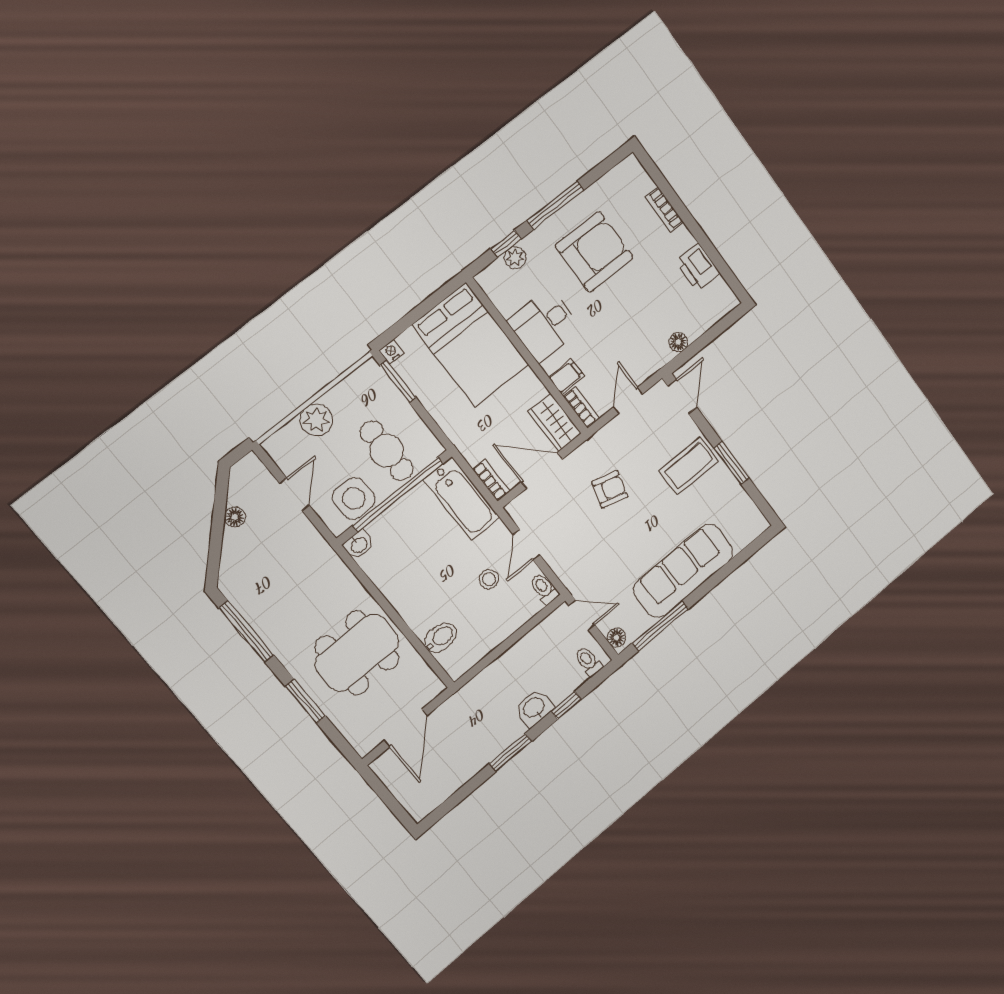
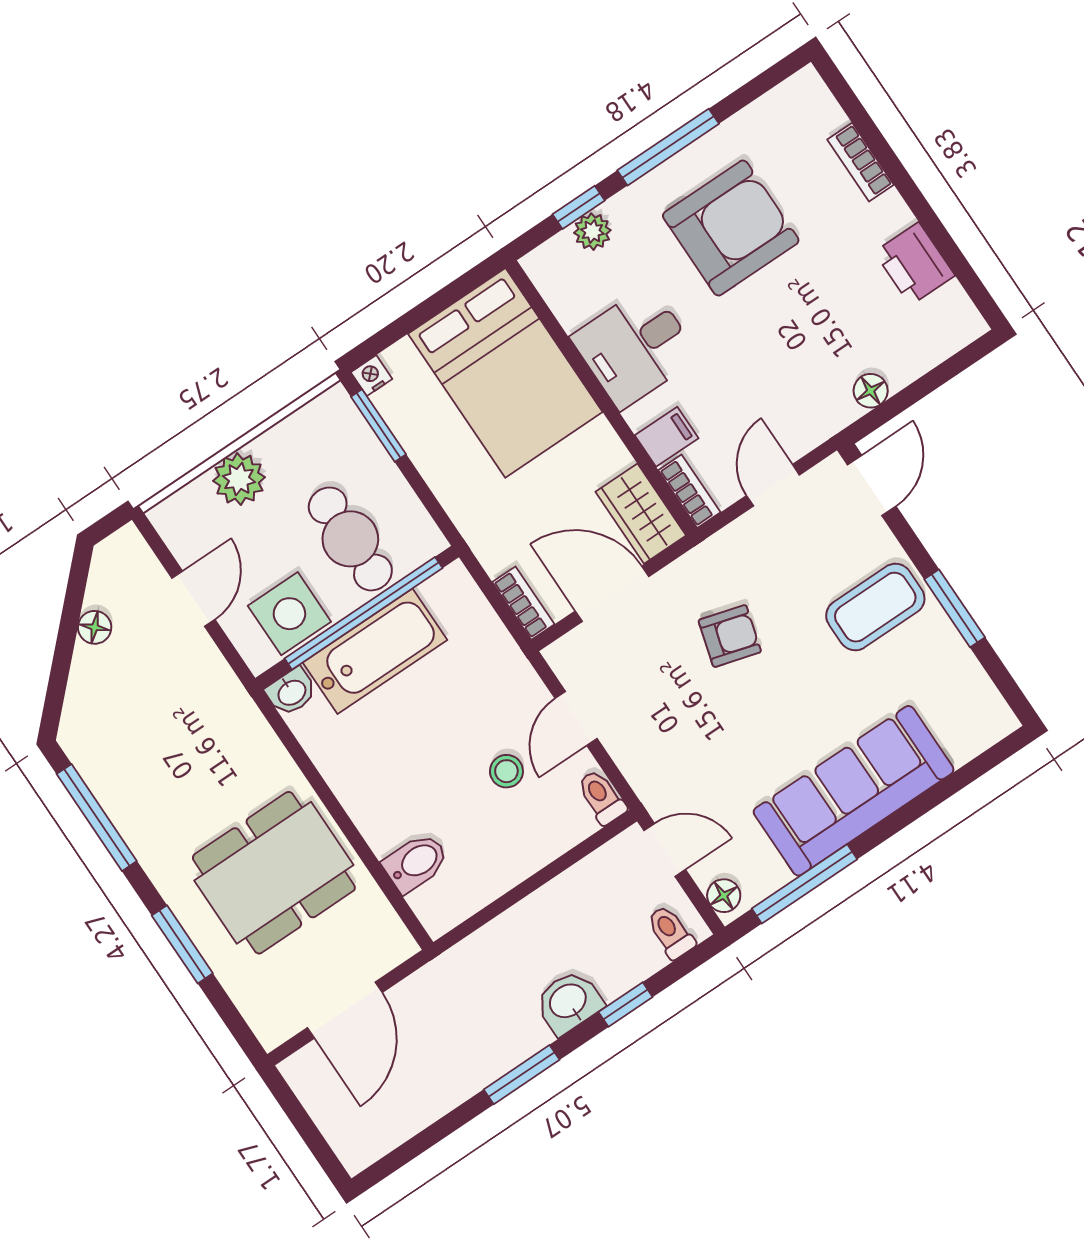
bathtub: (462, 498) -> (375, 651), moved, turned -90

